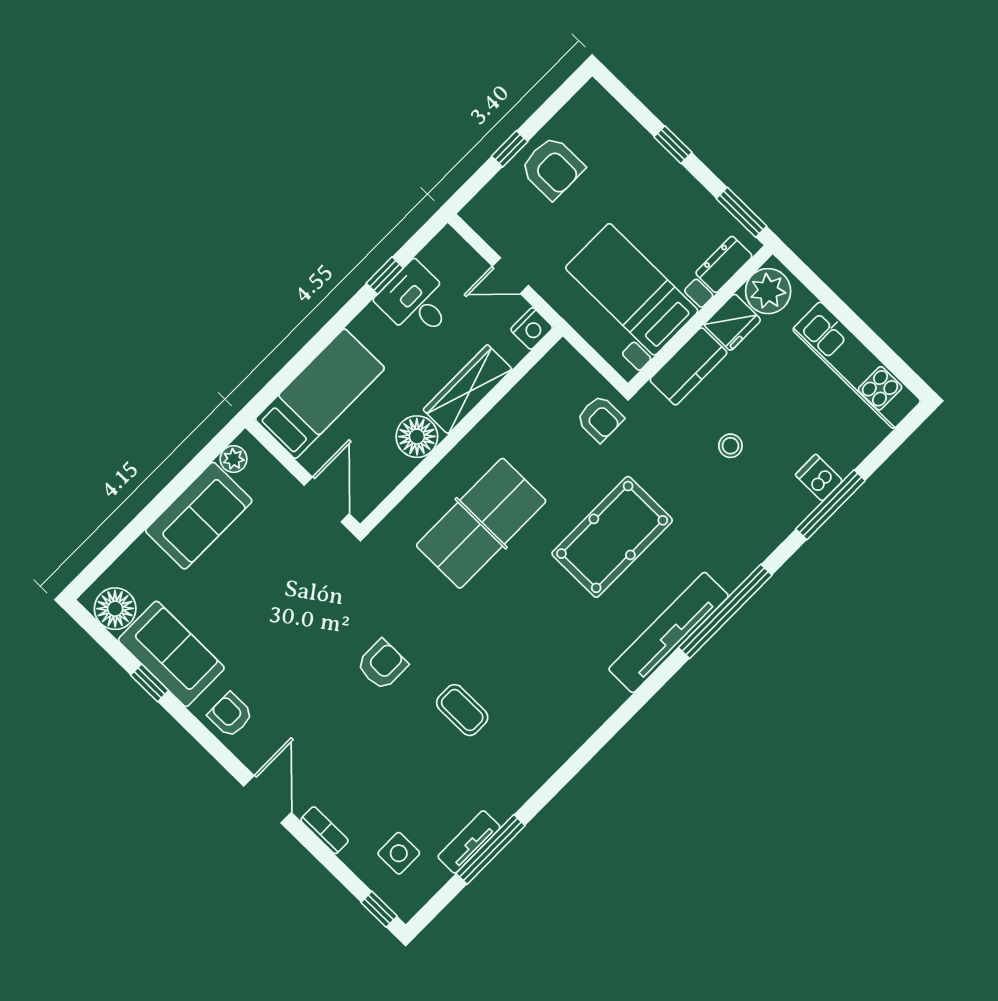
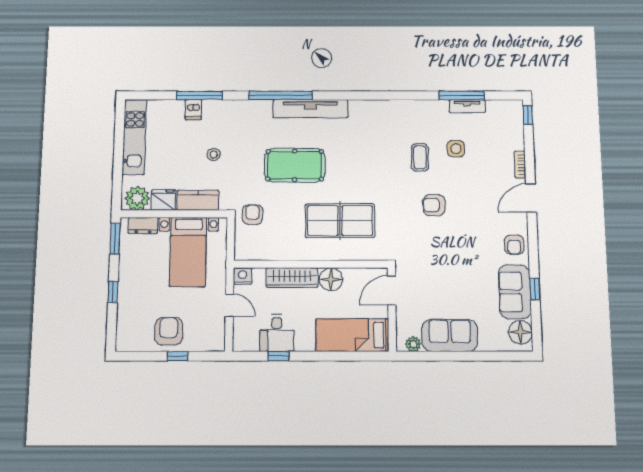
side table: (399, 853) -> (456, 149), moved

